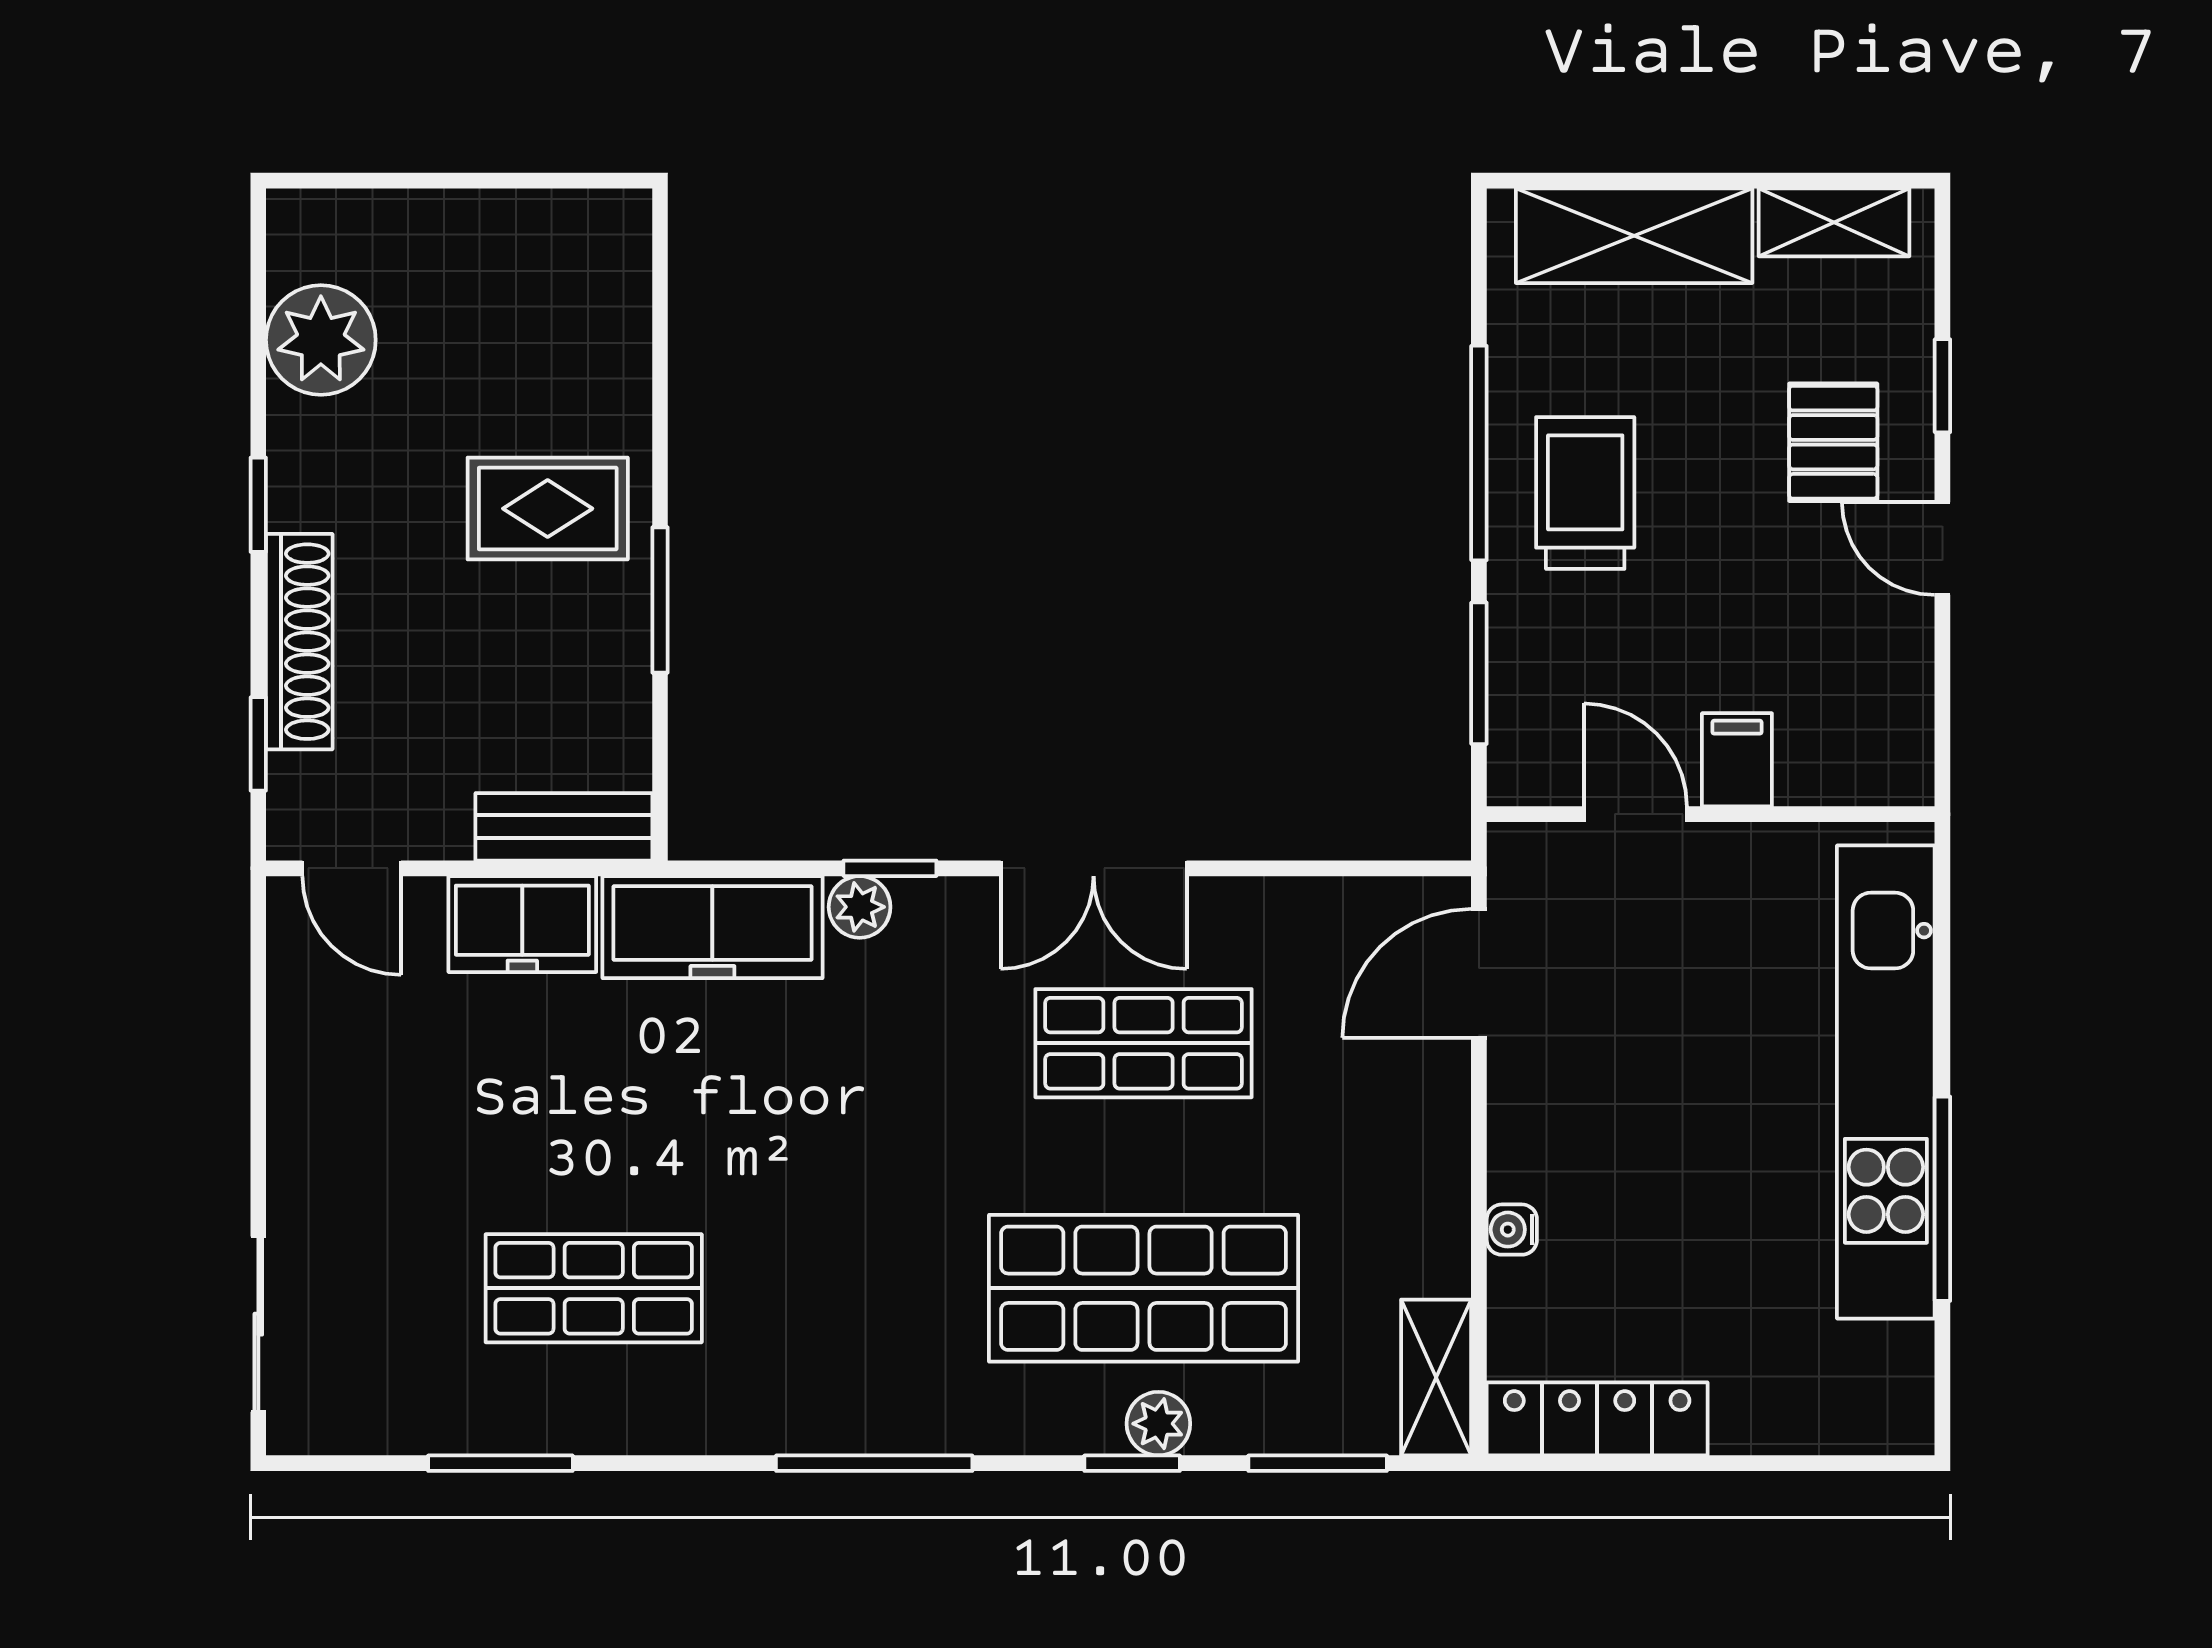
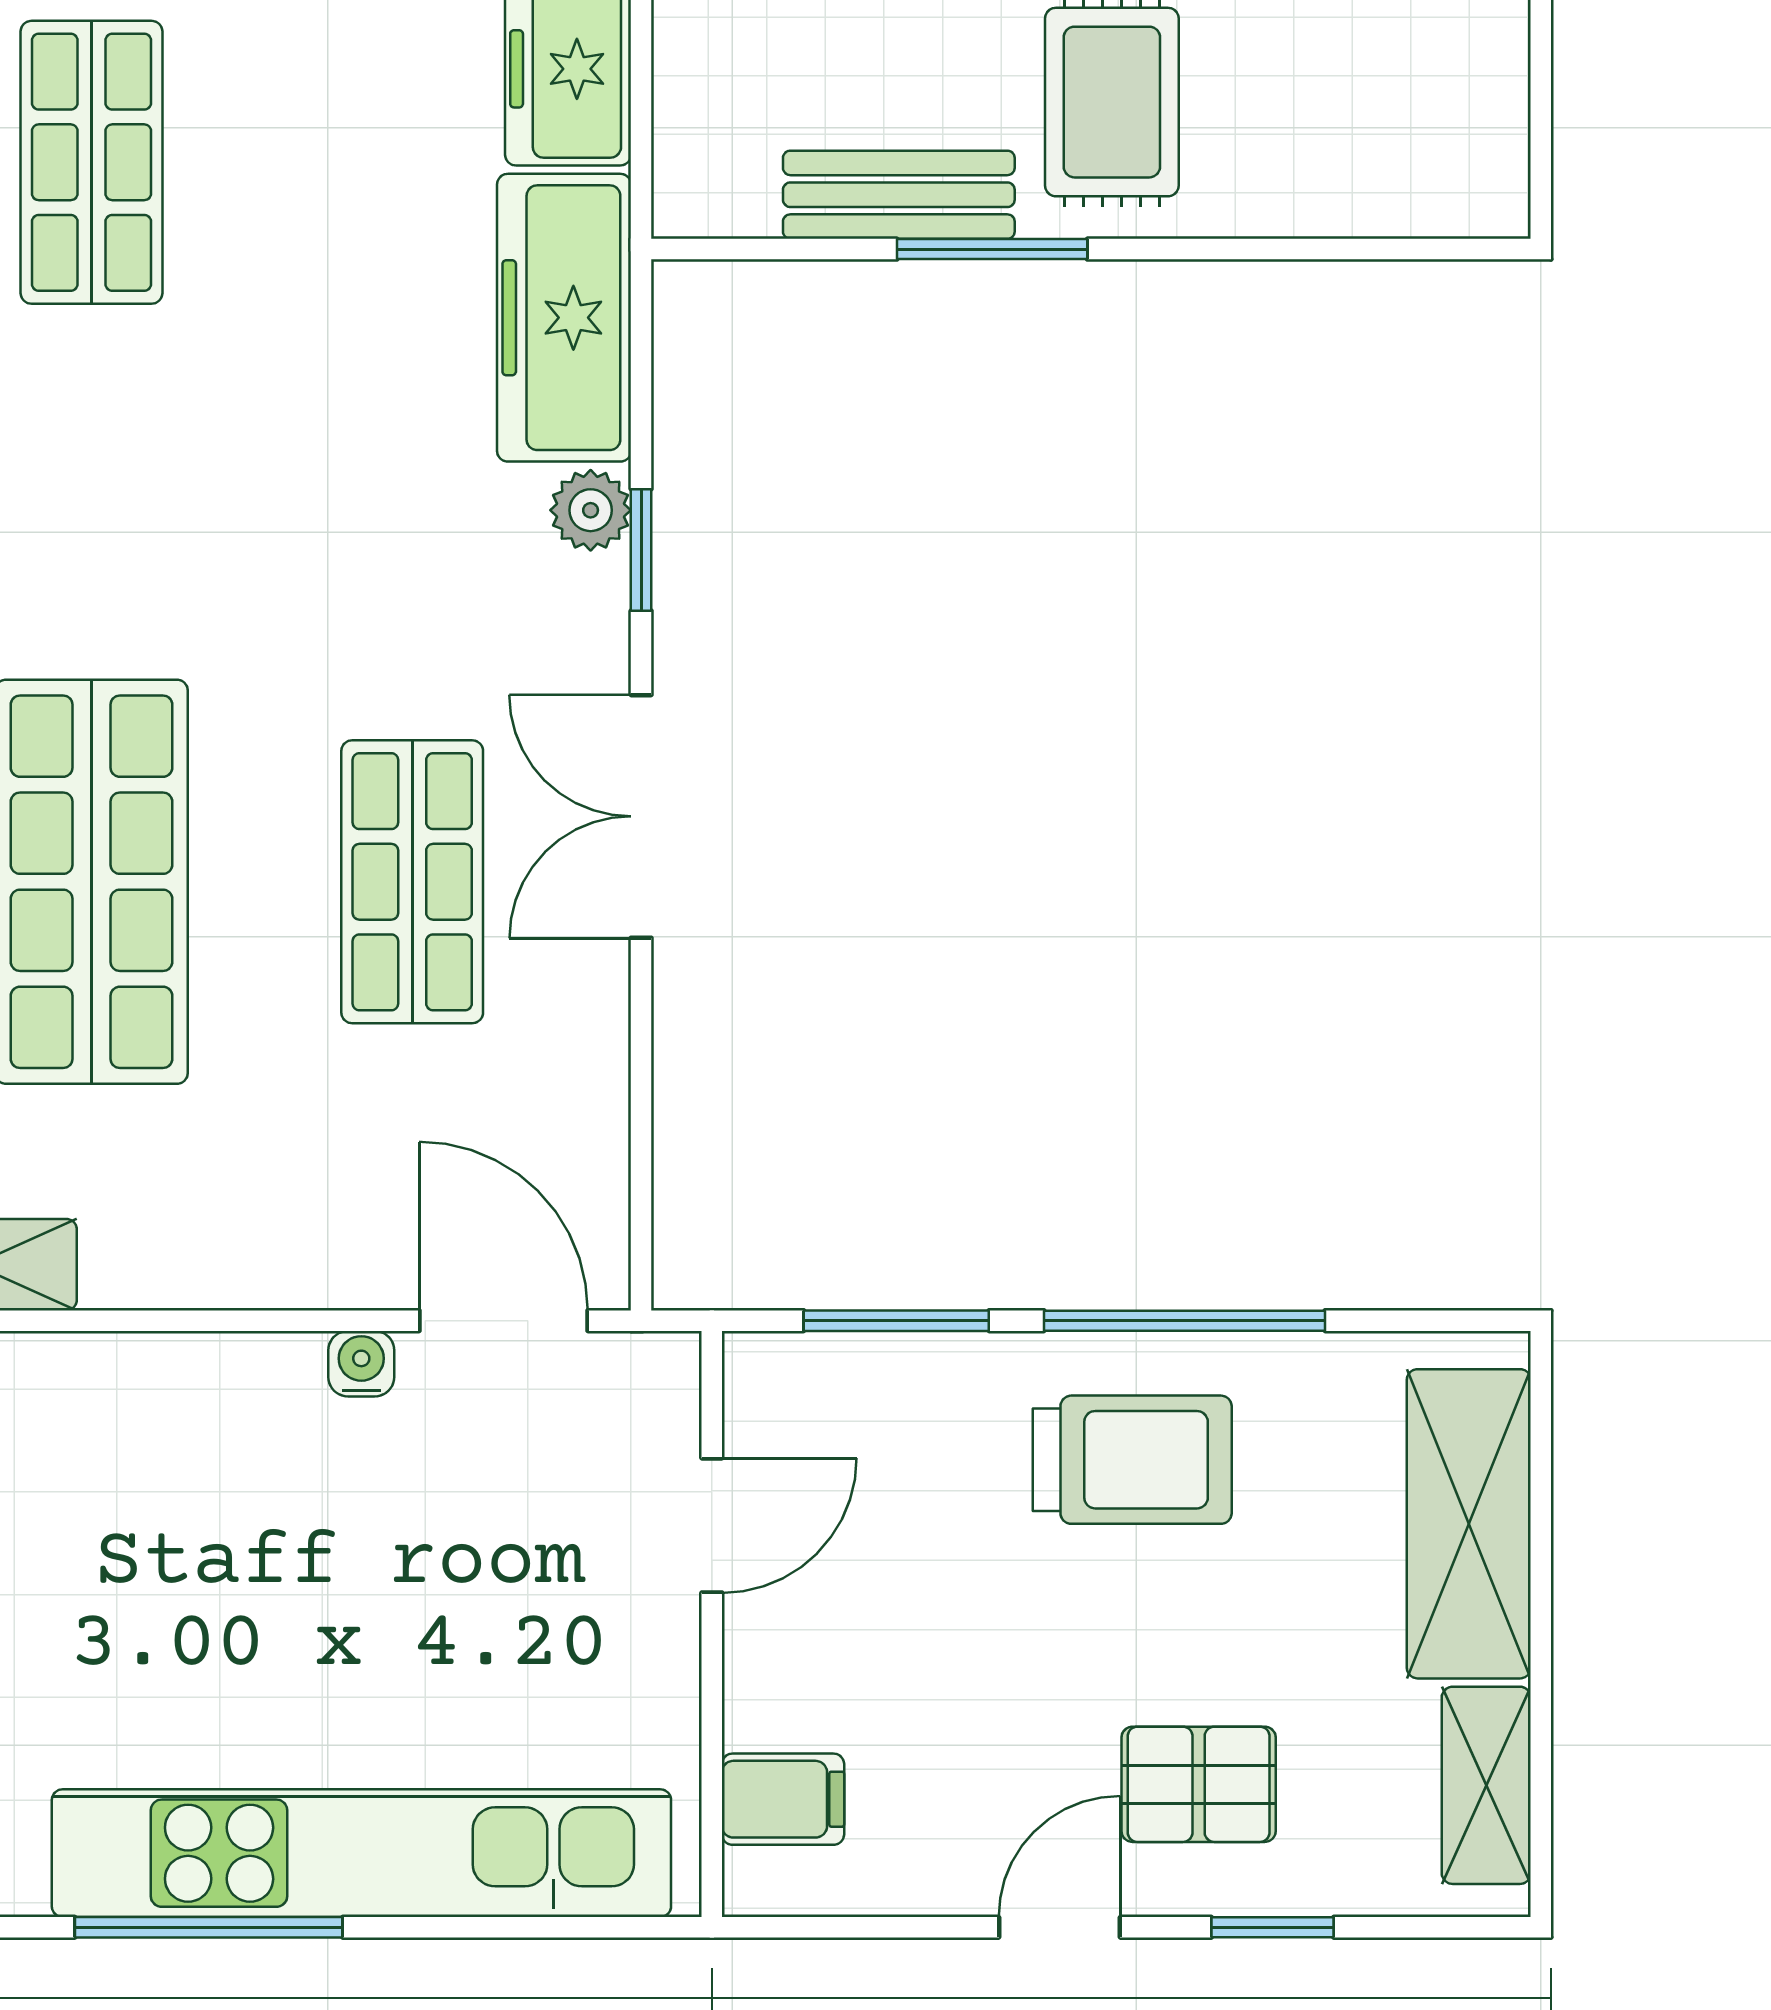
filing cabinet: (1737, 760) -> (783, 1799), moved
bench: (564, 827) -> (899, 195), moved, turned 90
water cooler: (1512, 1230) -> (361, 1364), moved

